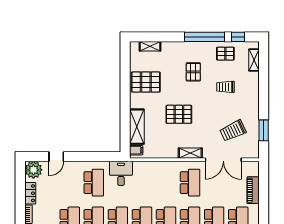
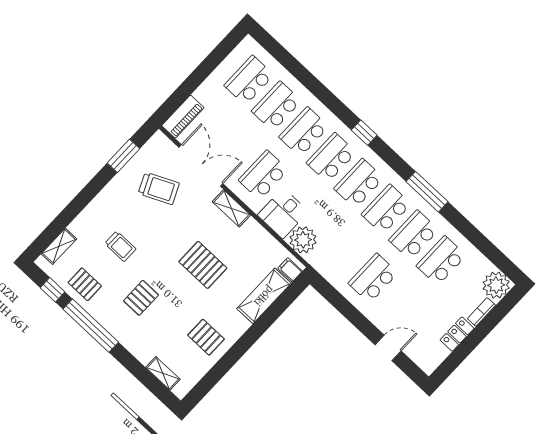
pallet: (146, 82) -> (206, 337), width x0.67, depth x0.71
plant: (33, 170) -> (303, 240), moved
desk: (121, 173) -> (283, 213), moved
piano: (253, 190) -> (183, 117), moved

